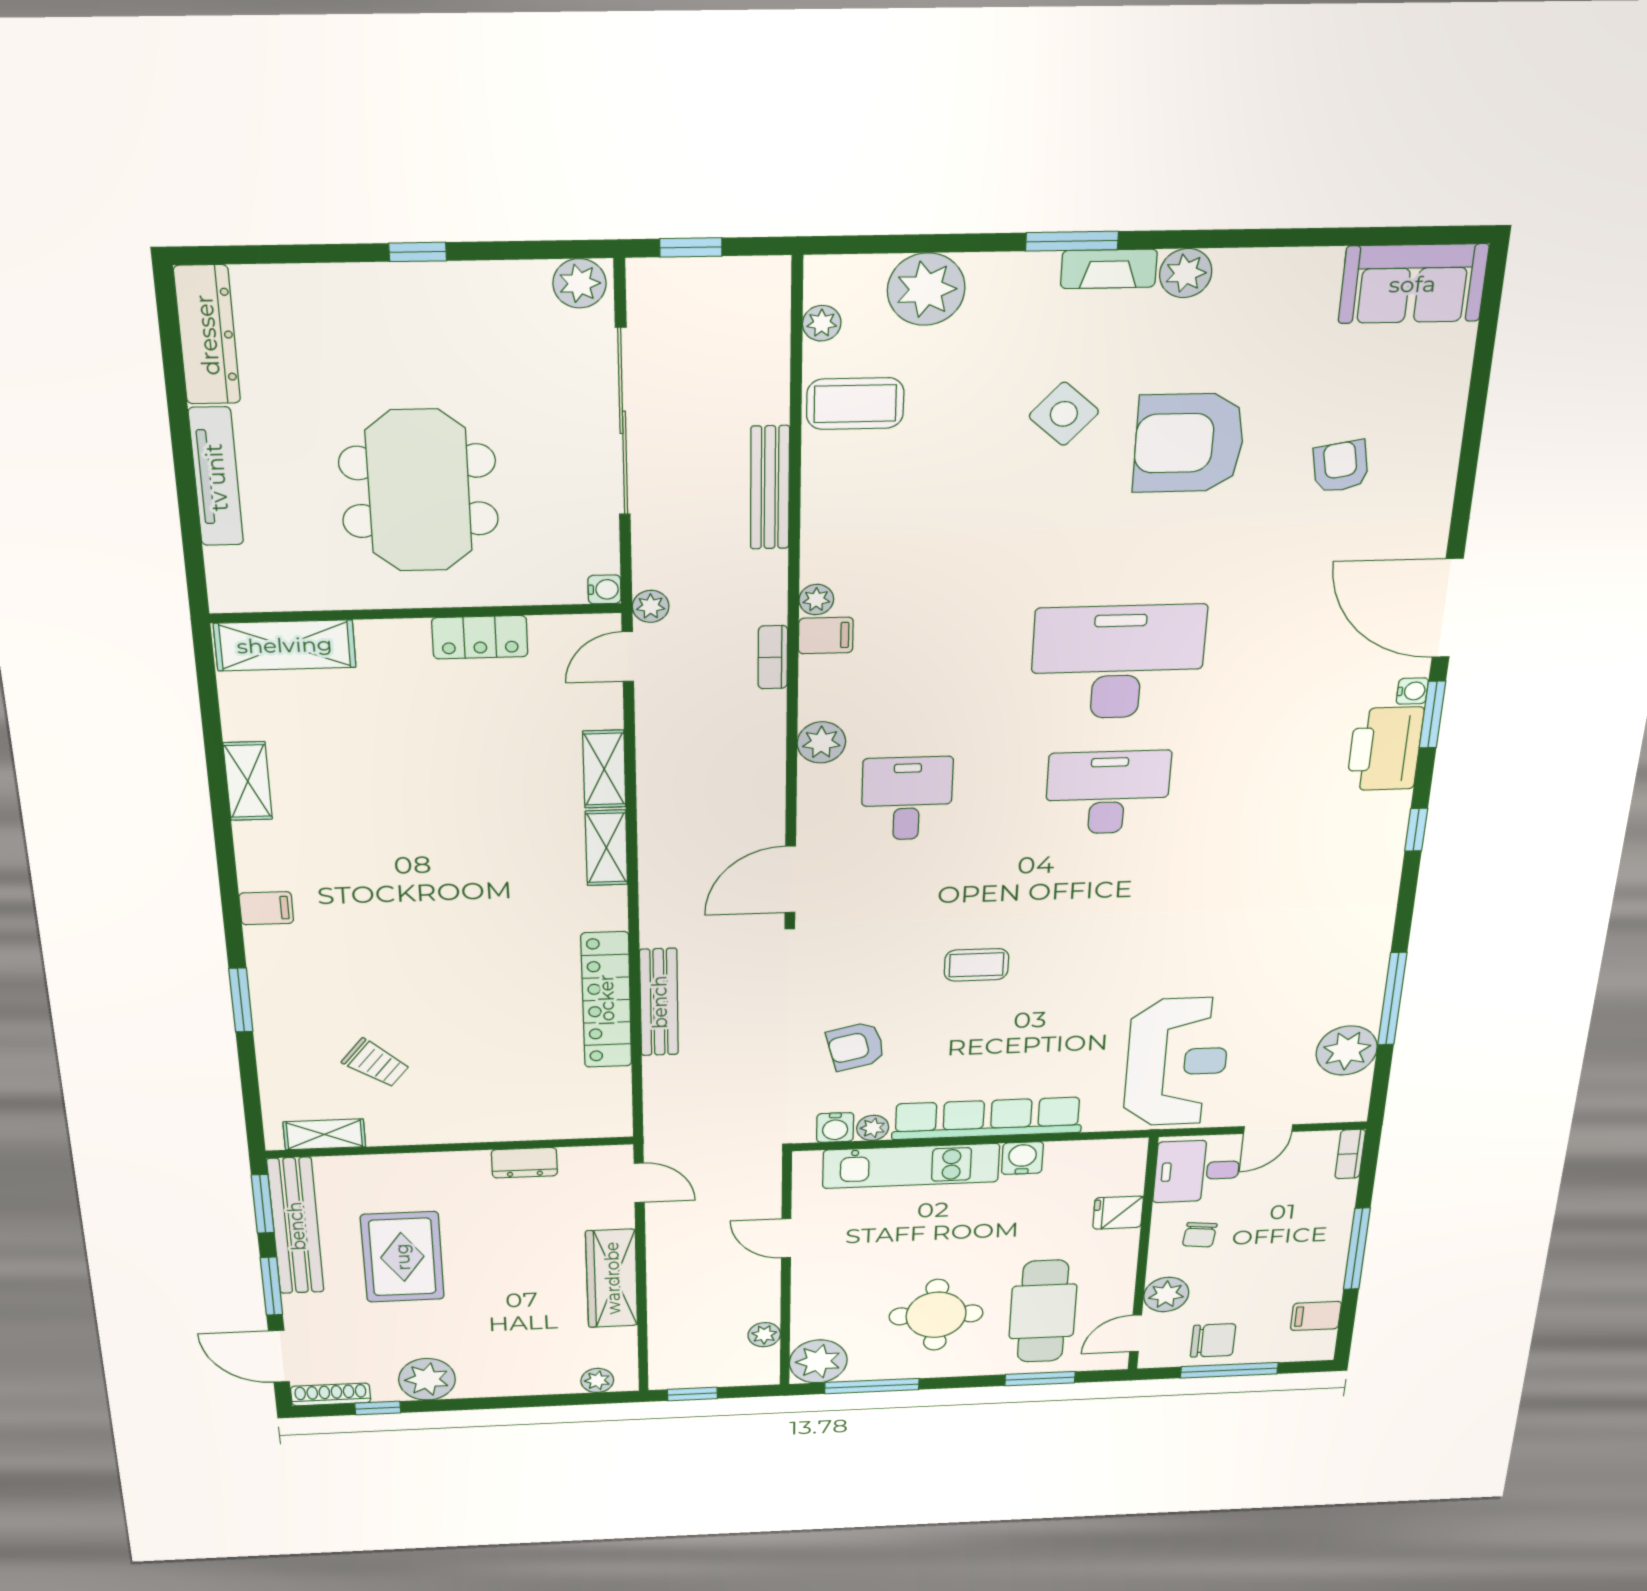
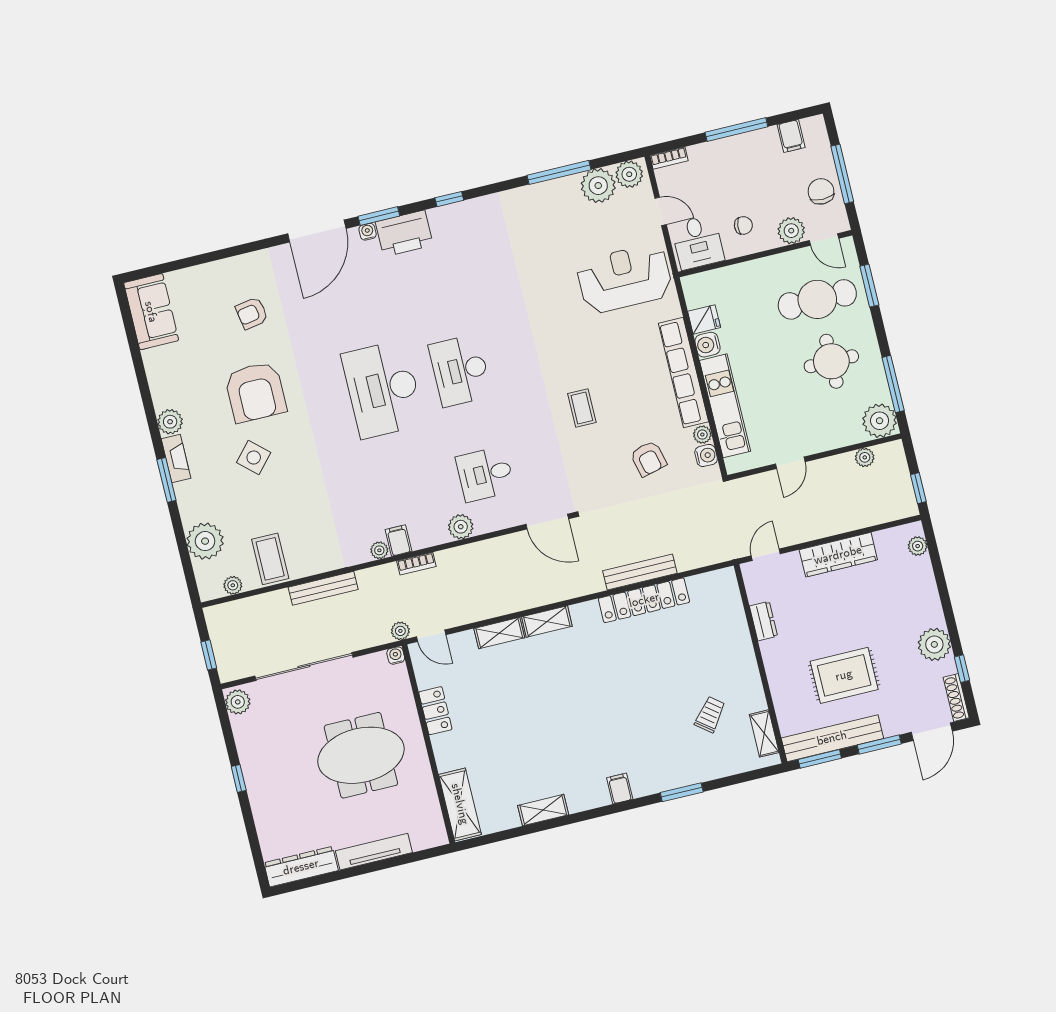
plant: (1347, 1096) -> (629, 174), added
fridge: (1118, 1213) -> (704, 319), moved, turned -90

